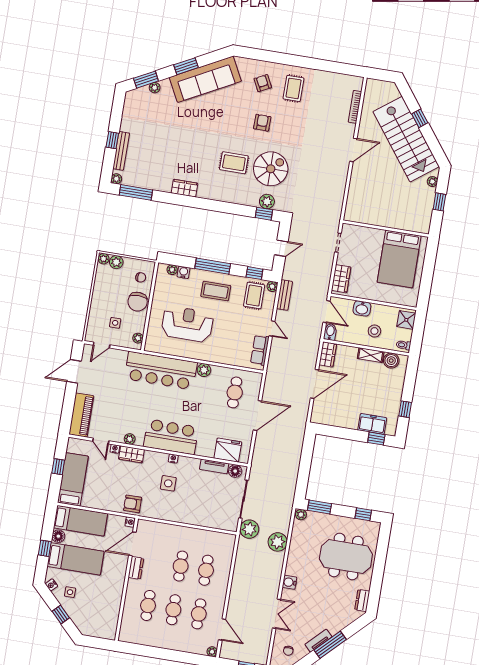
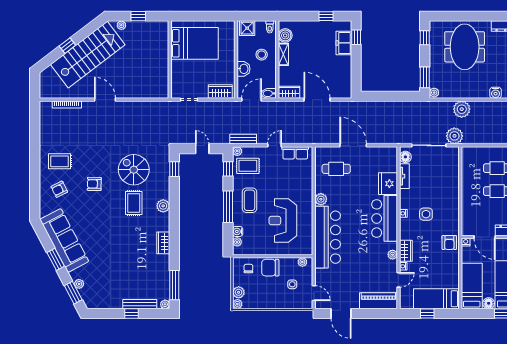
plant: (267, 202) -> (163, 206), moved
chair: (138, 302) -> (270, 268), turned 180
fridge: (228, 450) -> (388, 184), moved

